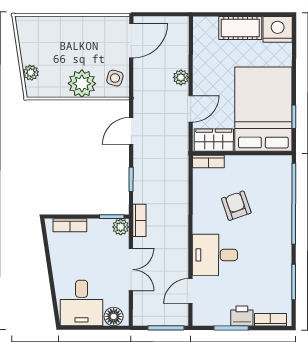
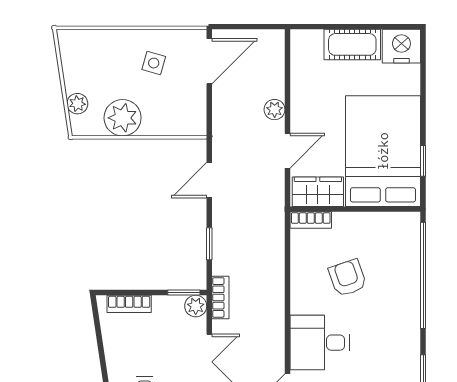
side table: (115, 78) -> (154, 63), moved
plant: (82, 84) -> (123, 118), moved

